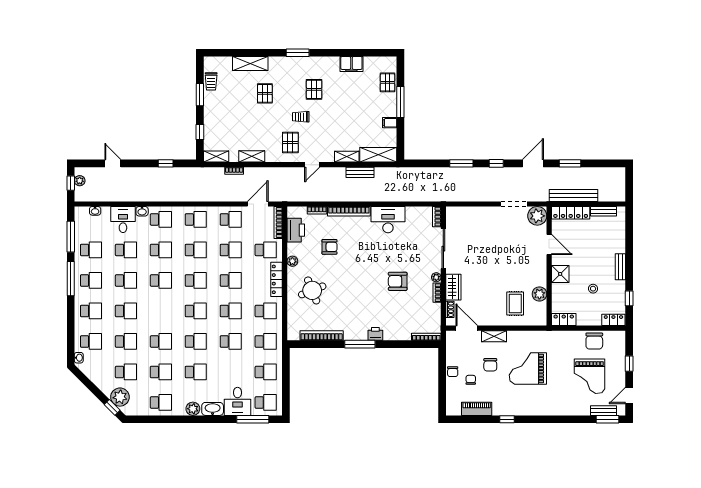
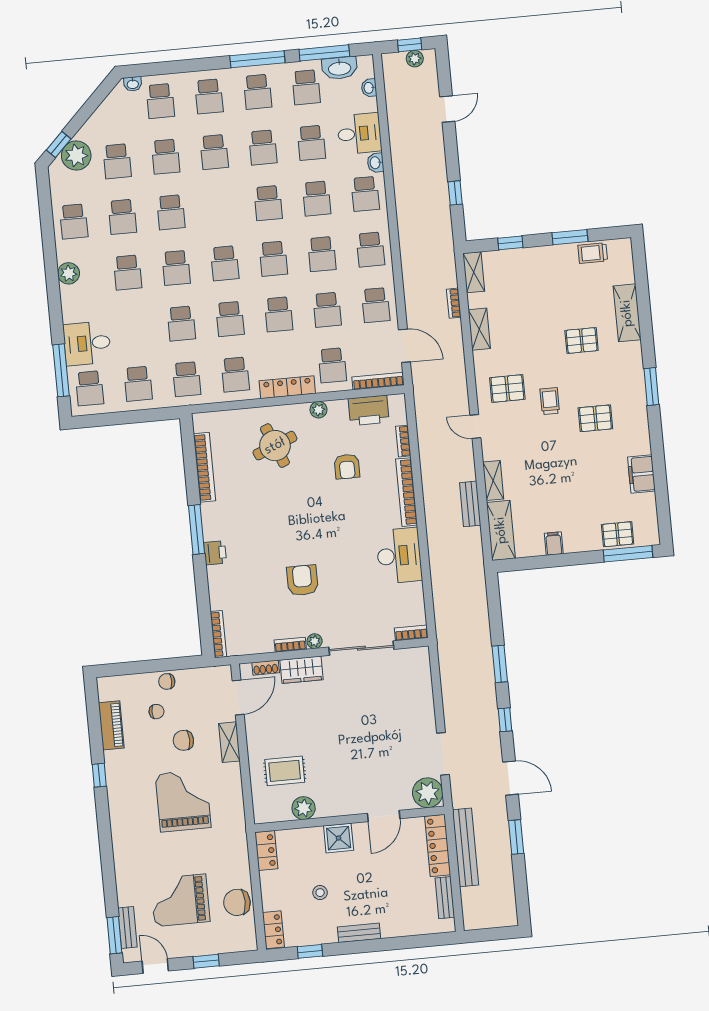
window: (400, 102) -> (628, 554), moved
washbasin: (213, 409) -> (339, 68), moved, turned 90

